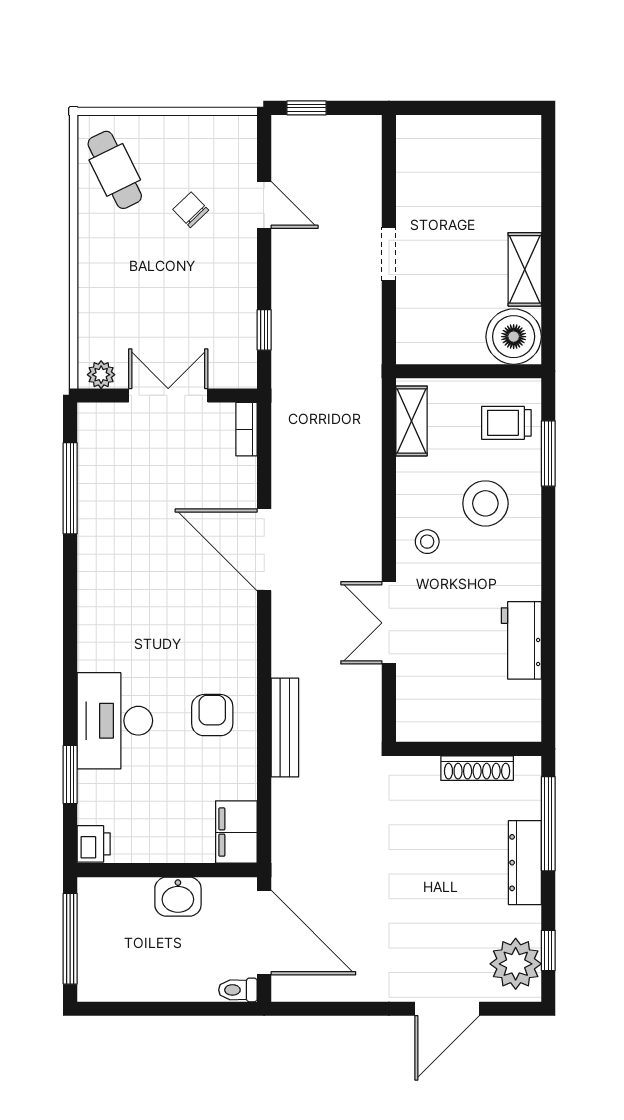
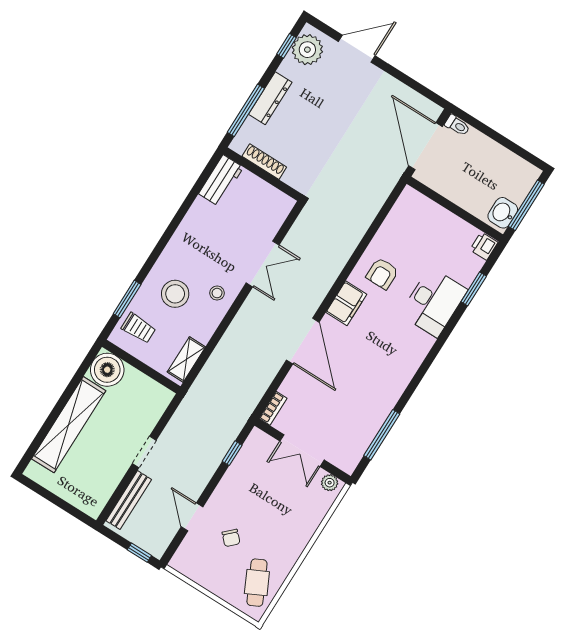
shelving: (525, 269) -> (69, 425), width x2.20, depth x1.33
workbench: (521, 640) -> (221, 181), moved
bench: (285, 728) -> (129, 500), moved
filing cabinet: (236, 832) -> (346, 303), moved
washbasin: (178, 897) -> (503, 213), moved, turned -90

